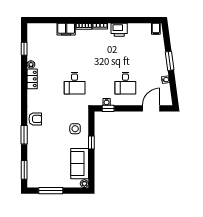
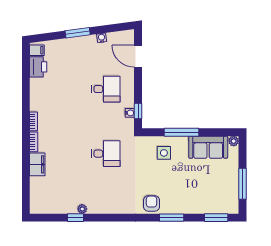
printer: (119, 30) -> (38, 67), moved
window: (24, 49) -> (76, 218), moved
locker: (32, 79) -> (101, 207), removed
window: (91, 143) -> (181, 132), width x2.17

